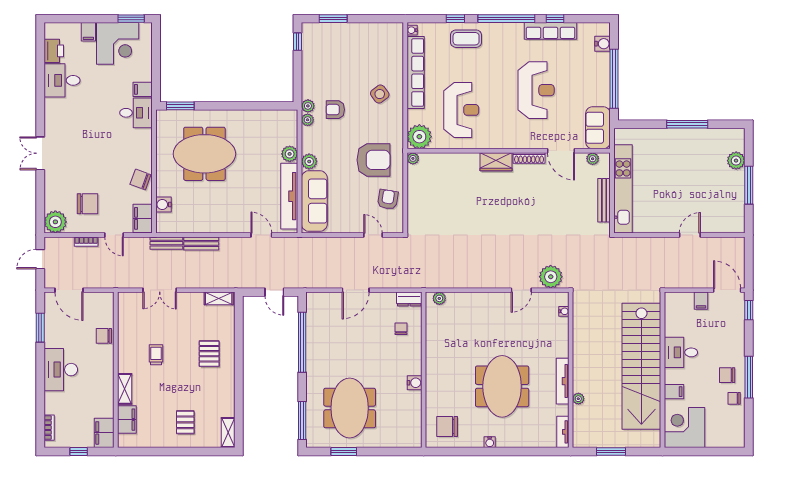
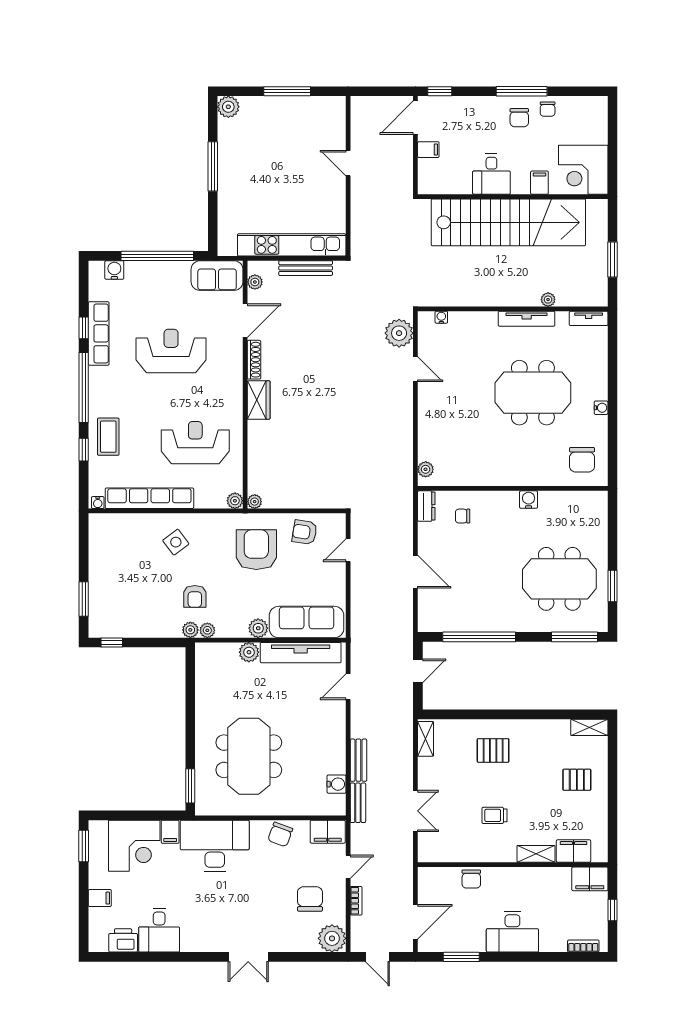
corner desk: (118, 43) -> (134, 846), moved, turned 90
desk: (136, 113) -> (215, 846), width x1.87, depth x1.30
plant: (419, 137) -> (235, 501), width x0.53, depth x0.53
plant: (736, 161) -> (228, 107), moved
water cooler: (163, 205) -> (337, 784), moved, turned -90

